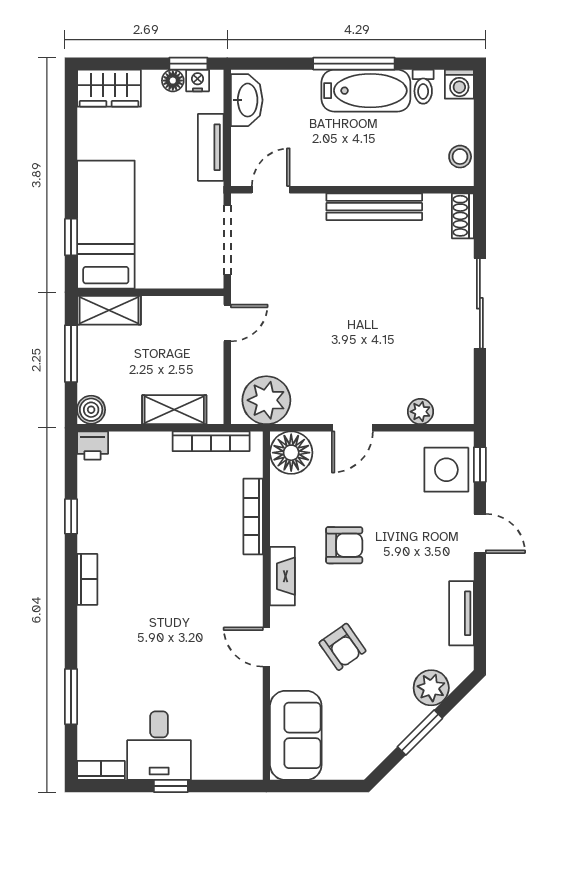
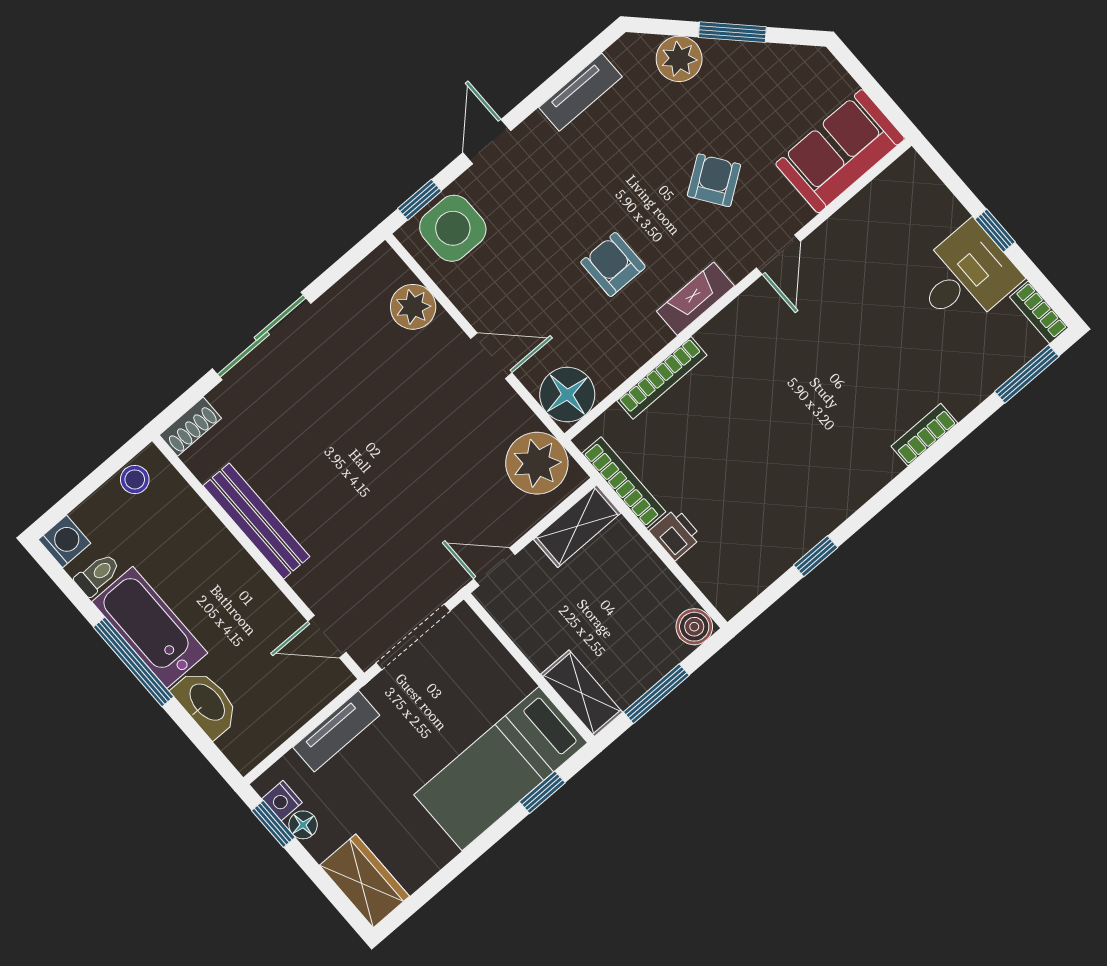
washbasin: (247, 100) -> (206, 703), moved, turned 90
shelving: (174, 410) -> (577, 526), moved, turned 90
plant: (420, 412) -> (413, 307), width x1.38, depth x1.38
printer: (93, 446) -> (676, 534), moved
bookcase: (87, 579) -> (924, 435), moved
window: (71, 697) -> (1027, 374), moved

